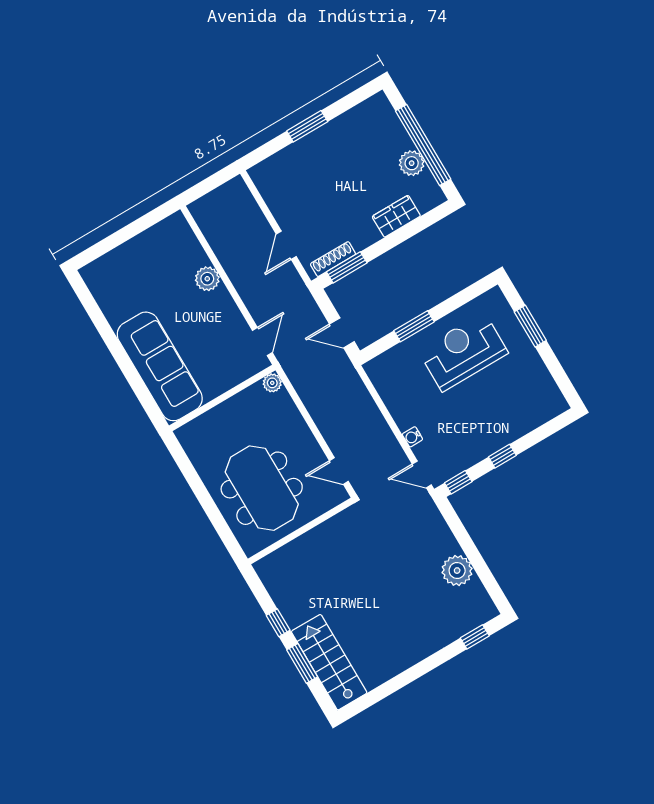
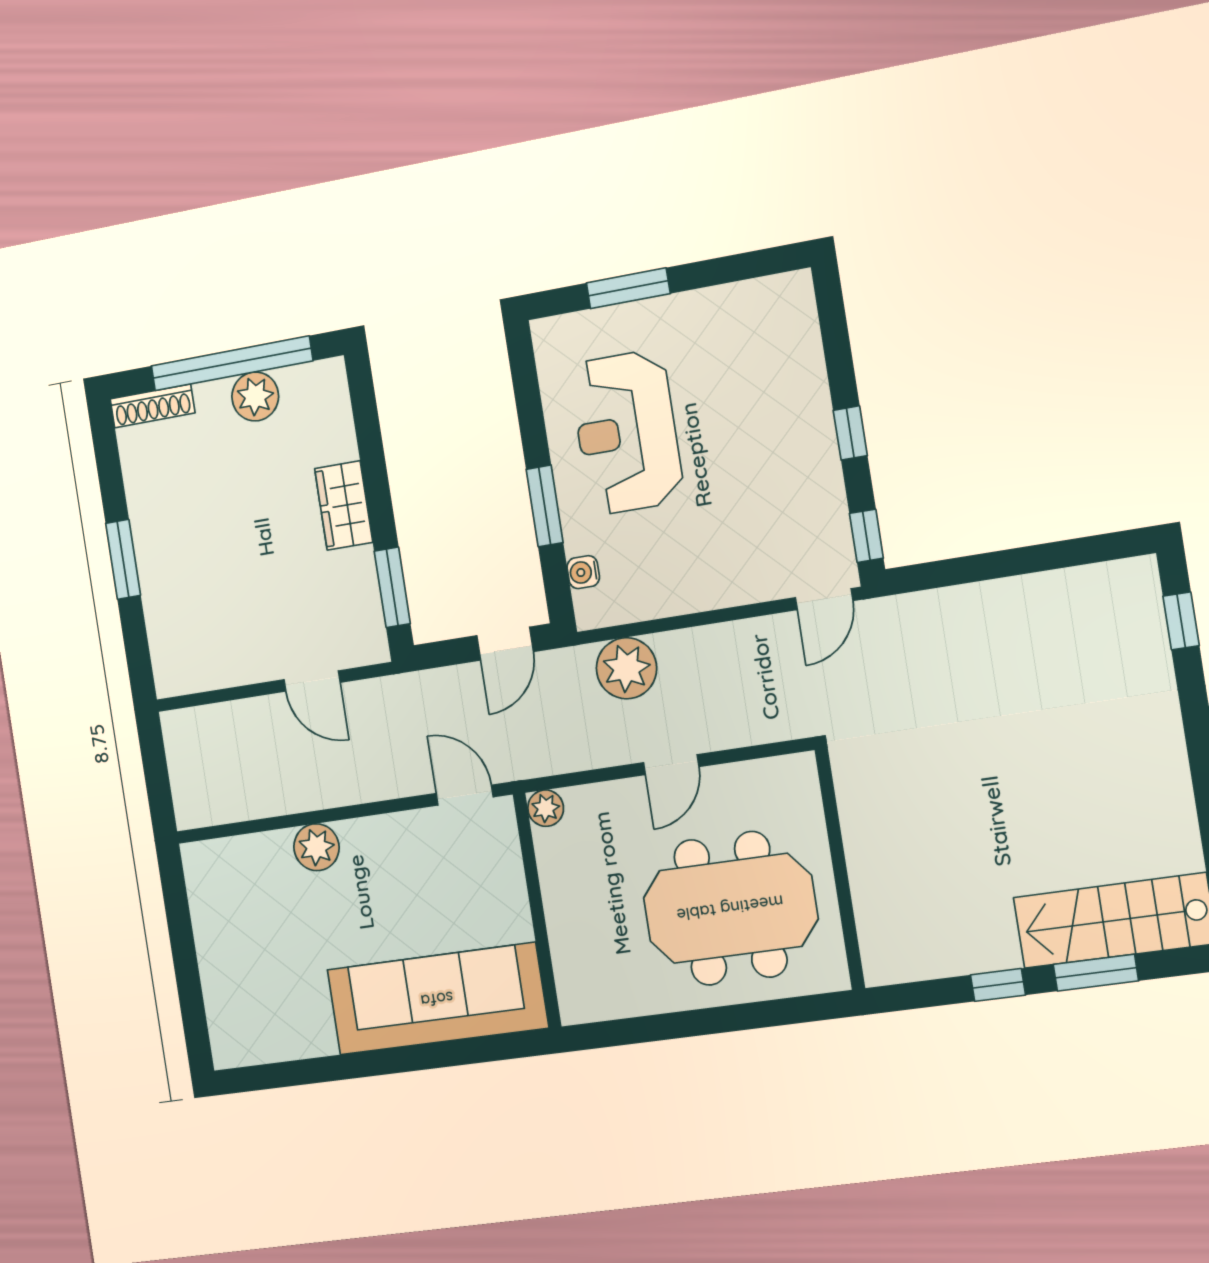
wardrobe: (396, 216) -> (344, 505), moved
shoe rack: (333, 259) -> (153, 406), moved, turned -90
water cooler: (412, 437) -> (583, 572), moved, turned 90
door: (339, 471) -> (671, 765), moved
plant: (457, 571) -> (626, 668), moved

